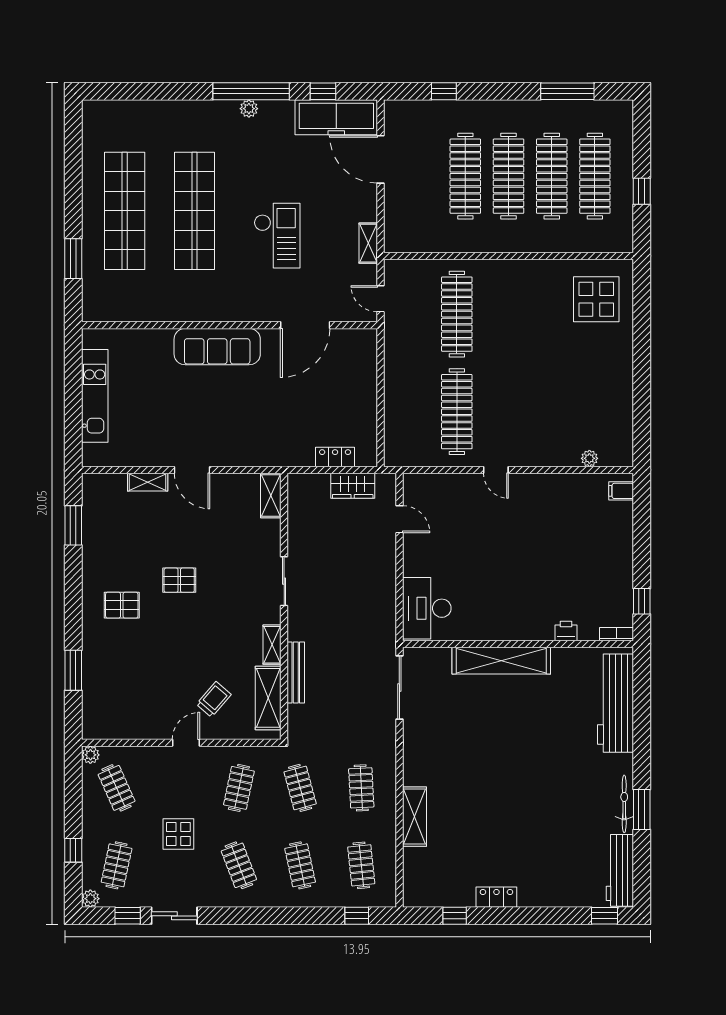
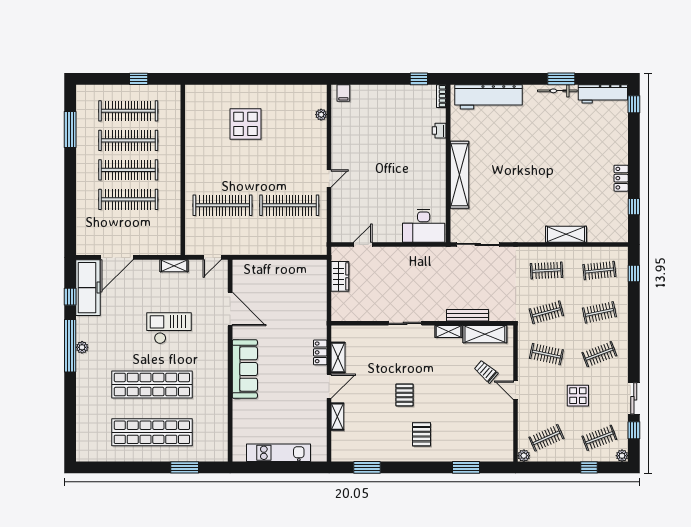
window: (444, 91) -> (70, 214), removed
display table: (596, 299) -> (245, 124), moved
locker: (335, 457) -> (320, 352), moved
shelving: (271, 495) -> (338, 358), moved, turned 90
clothes rail: (117, 865) -> (599, 438), turned -33

